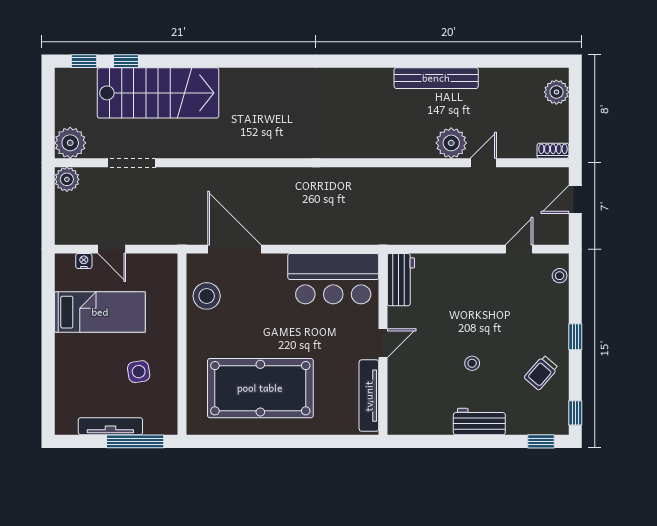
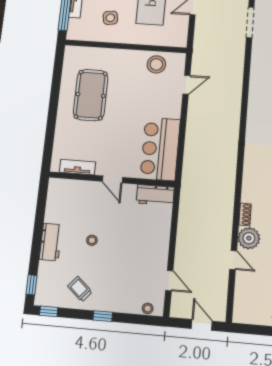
shoe rack: (553, 151) -> (245, 214), moved
door: (234, 249) -> (186, 85), width x0.53
pool table: (260, 388) -> (91, 95), width x0.73, depth x0.76
tv unit: (369, 396) -> (77, 167), width x0.71

